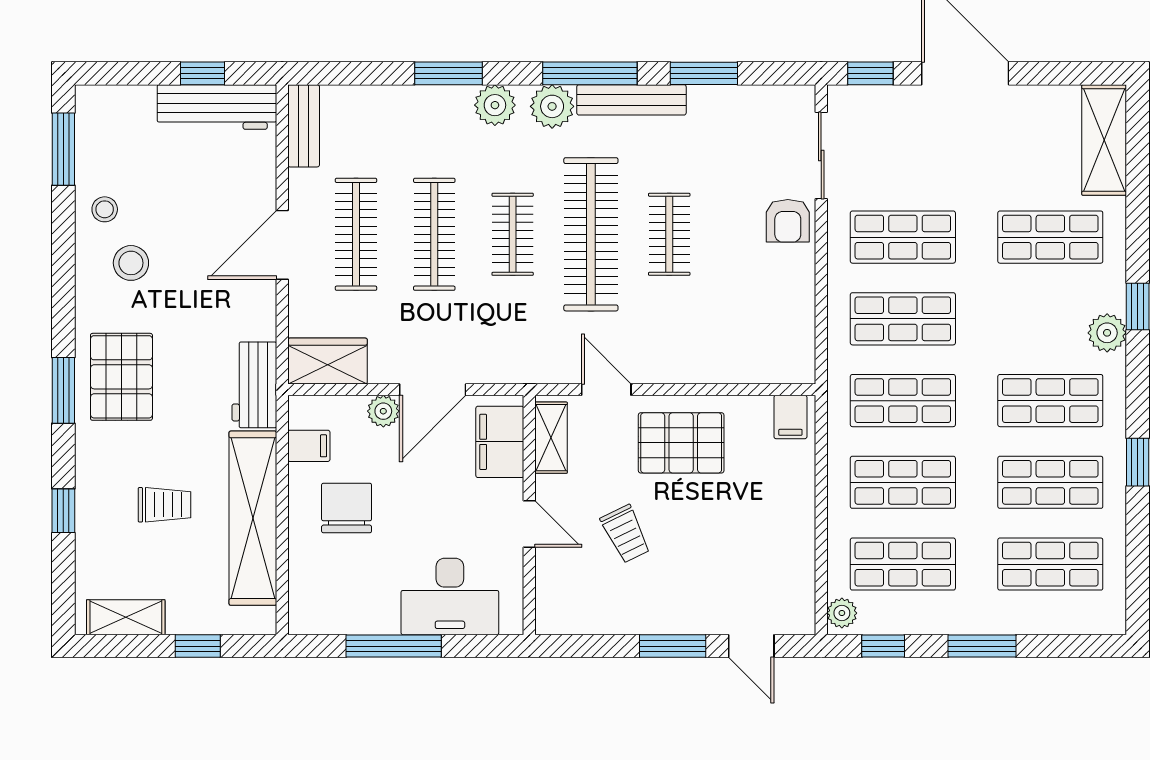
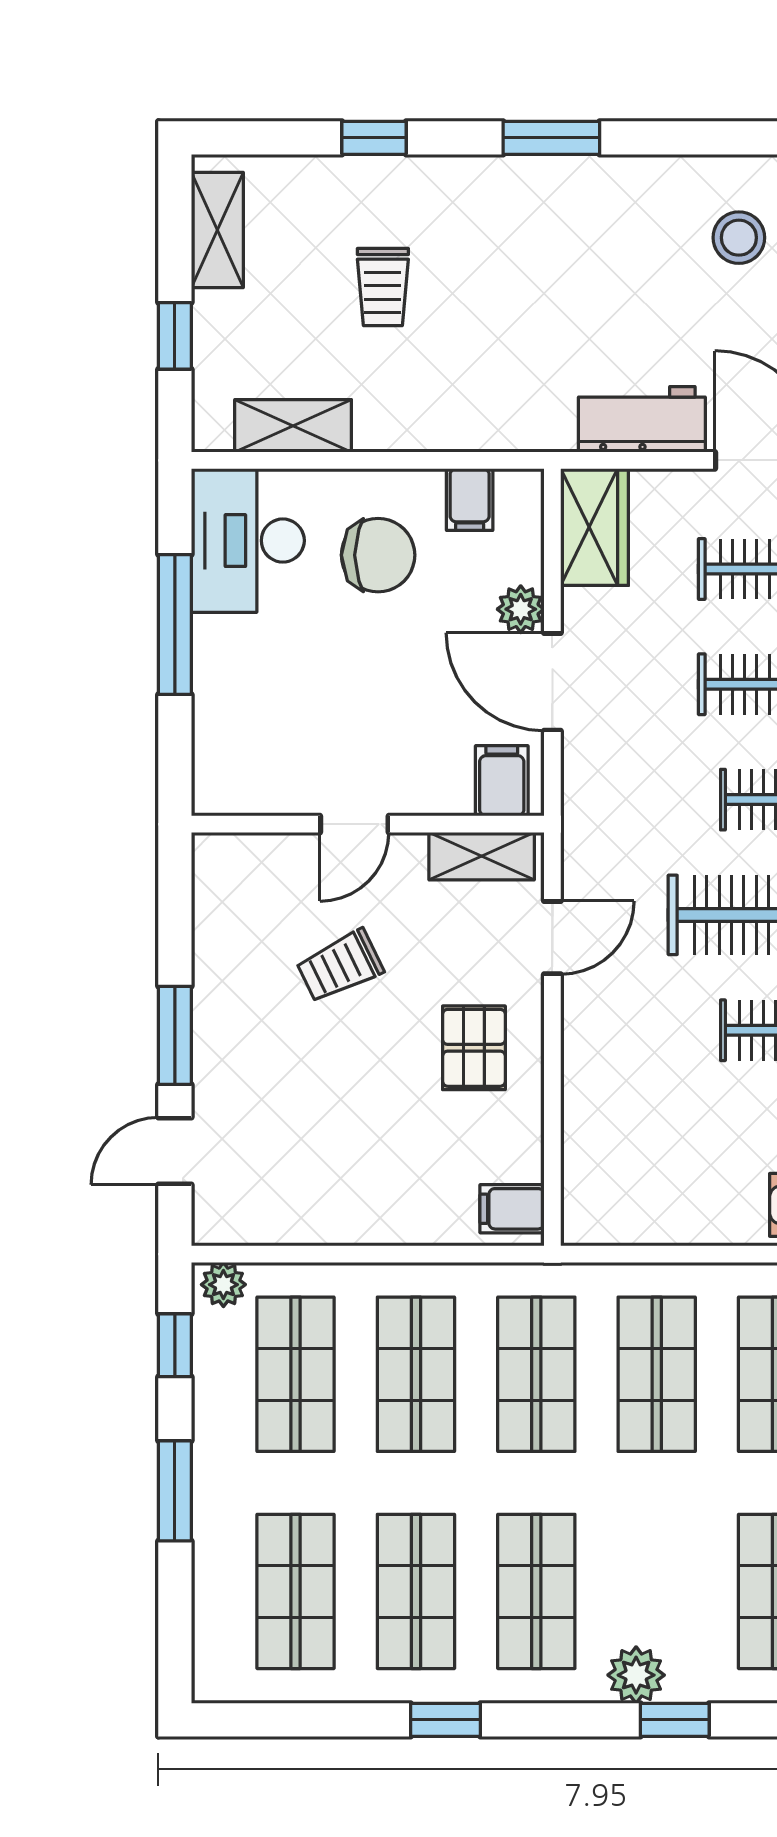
pallet: (121, 377) -> (571, 224), removed
workbench: (254, 385) -> (642, 419), moved
filing cabinet: (500, 442) -> (502, 781), width x0.50
pallet: (681, 443) -> (474, 1048), width x0.67, depth x0.71
shelving: (253, 518) -> (293, 426), width x0.45, depth x0.75
desk: (450, 596) -> (248, 541), moved

